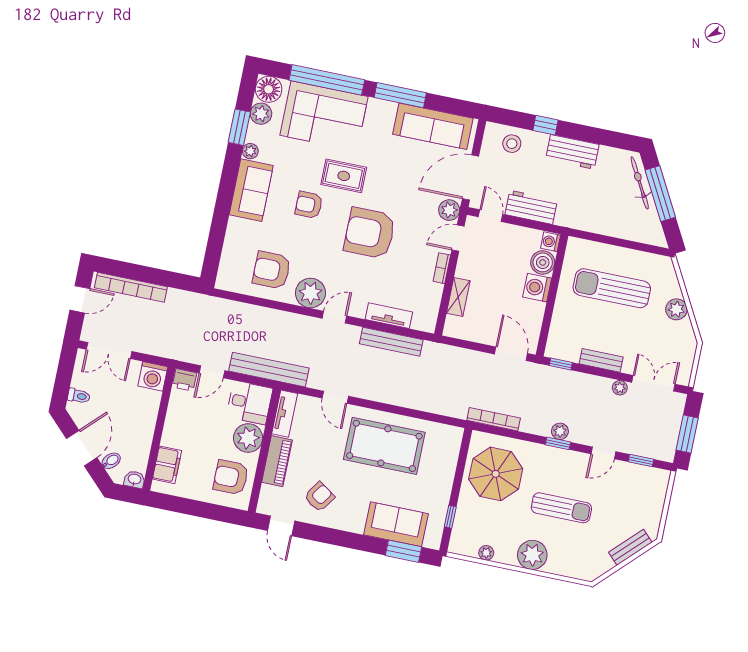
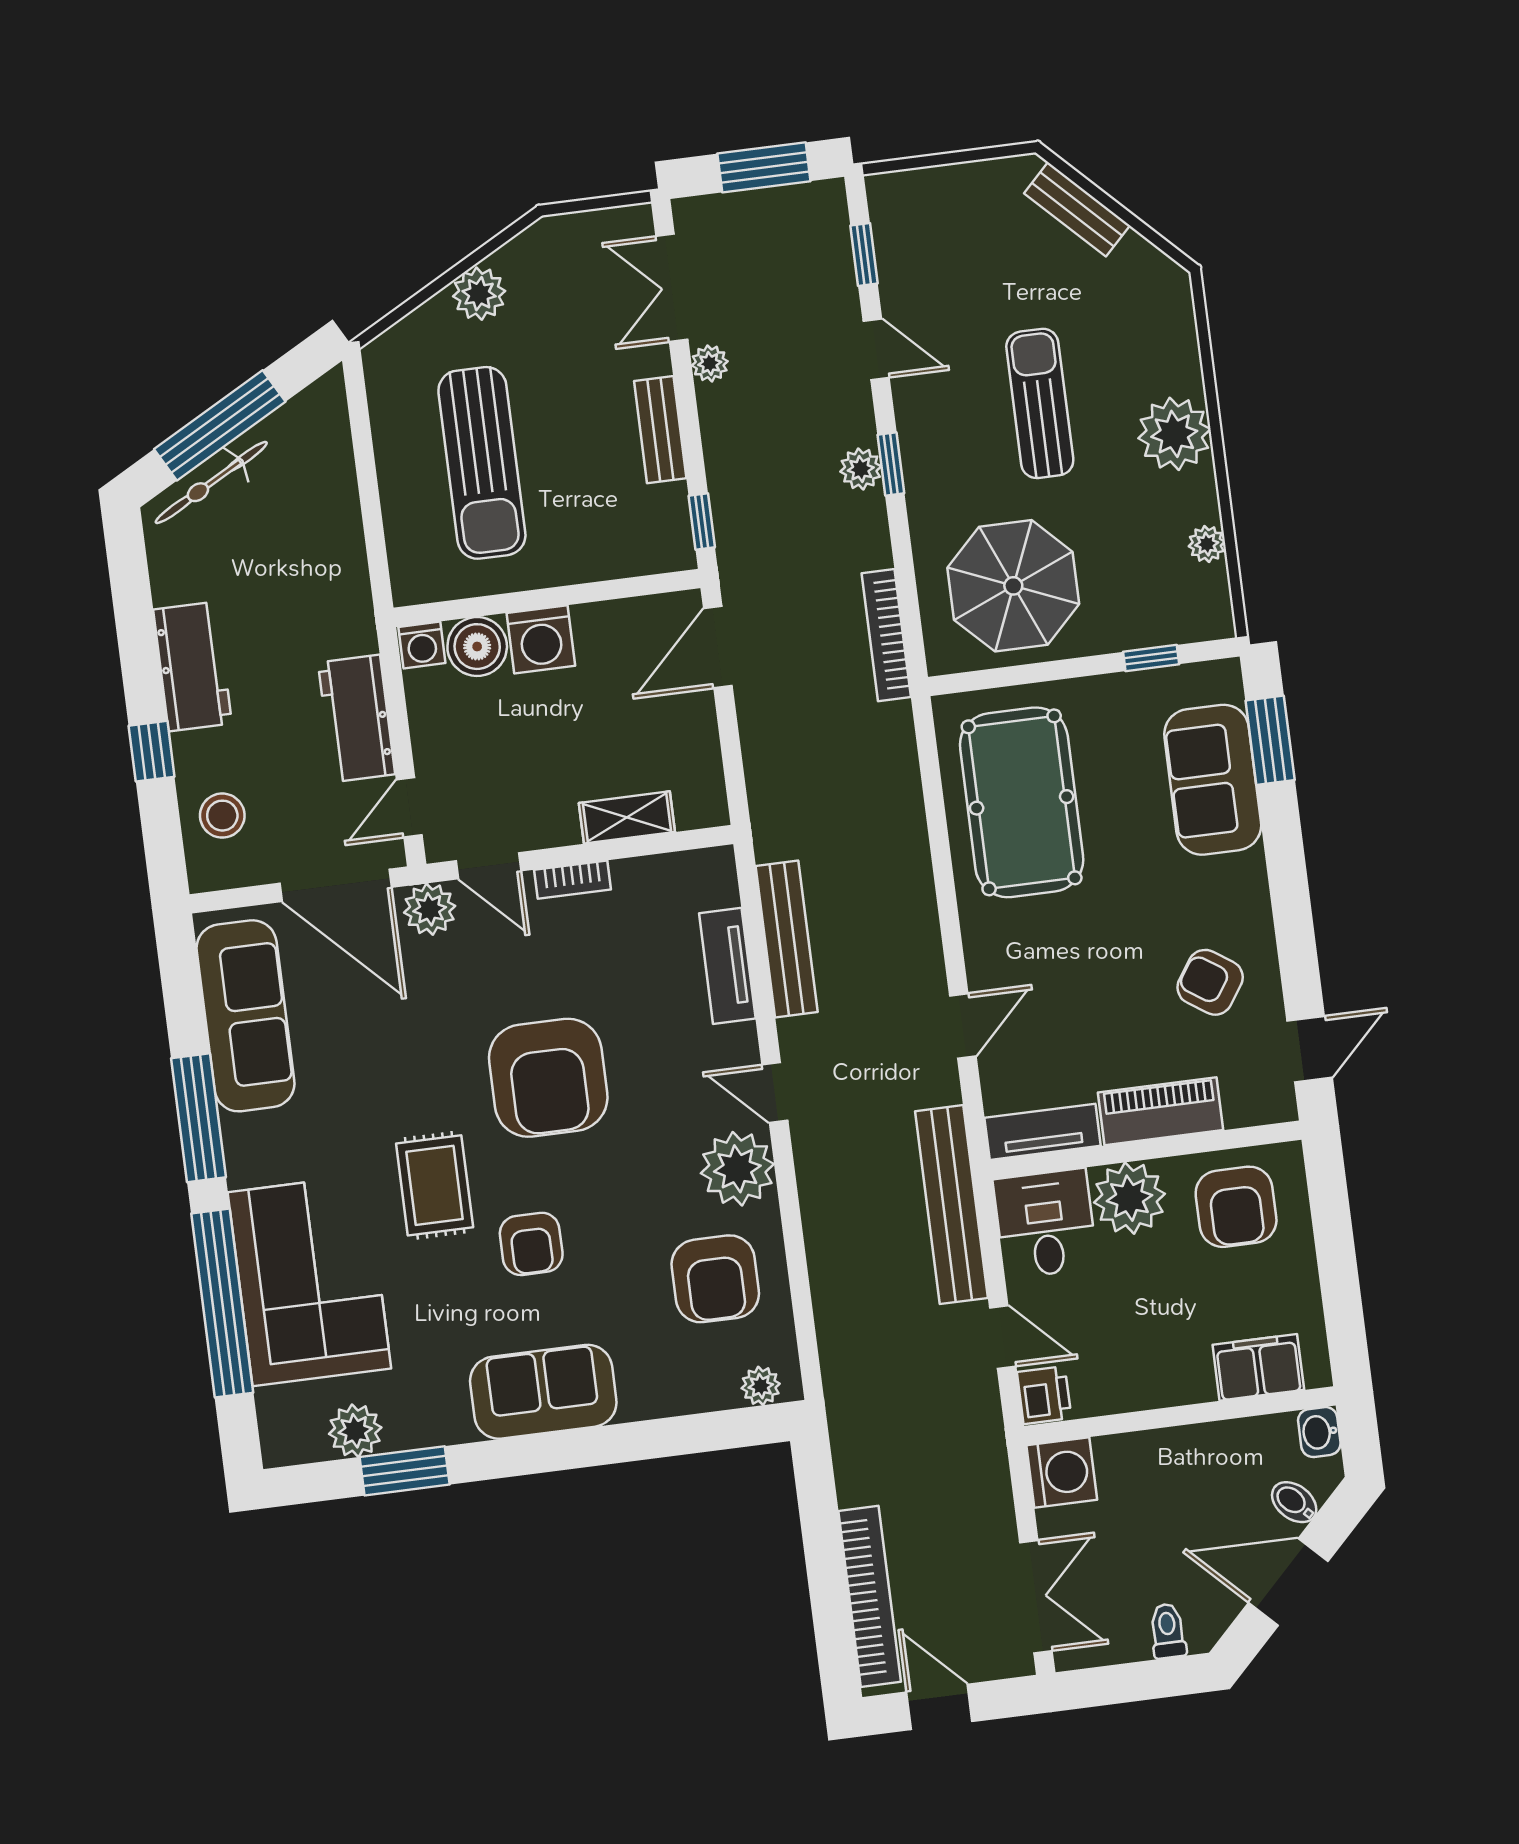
floor lamp: (269, 89) -> (292, 1433), removed
plant: (250, 151) -> (761, 1386), moved
pool table: (384, 446) -> (1022, 802), moved

